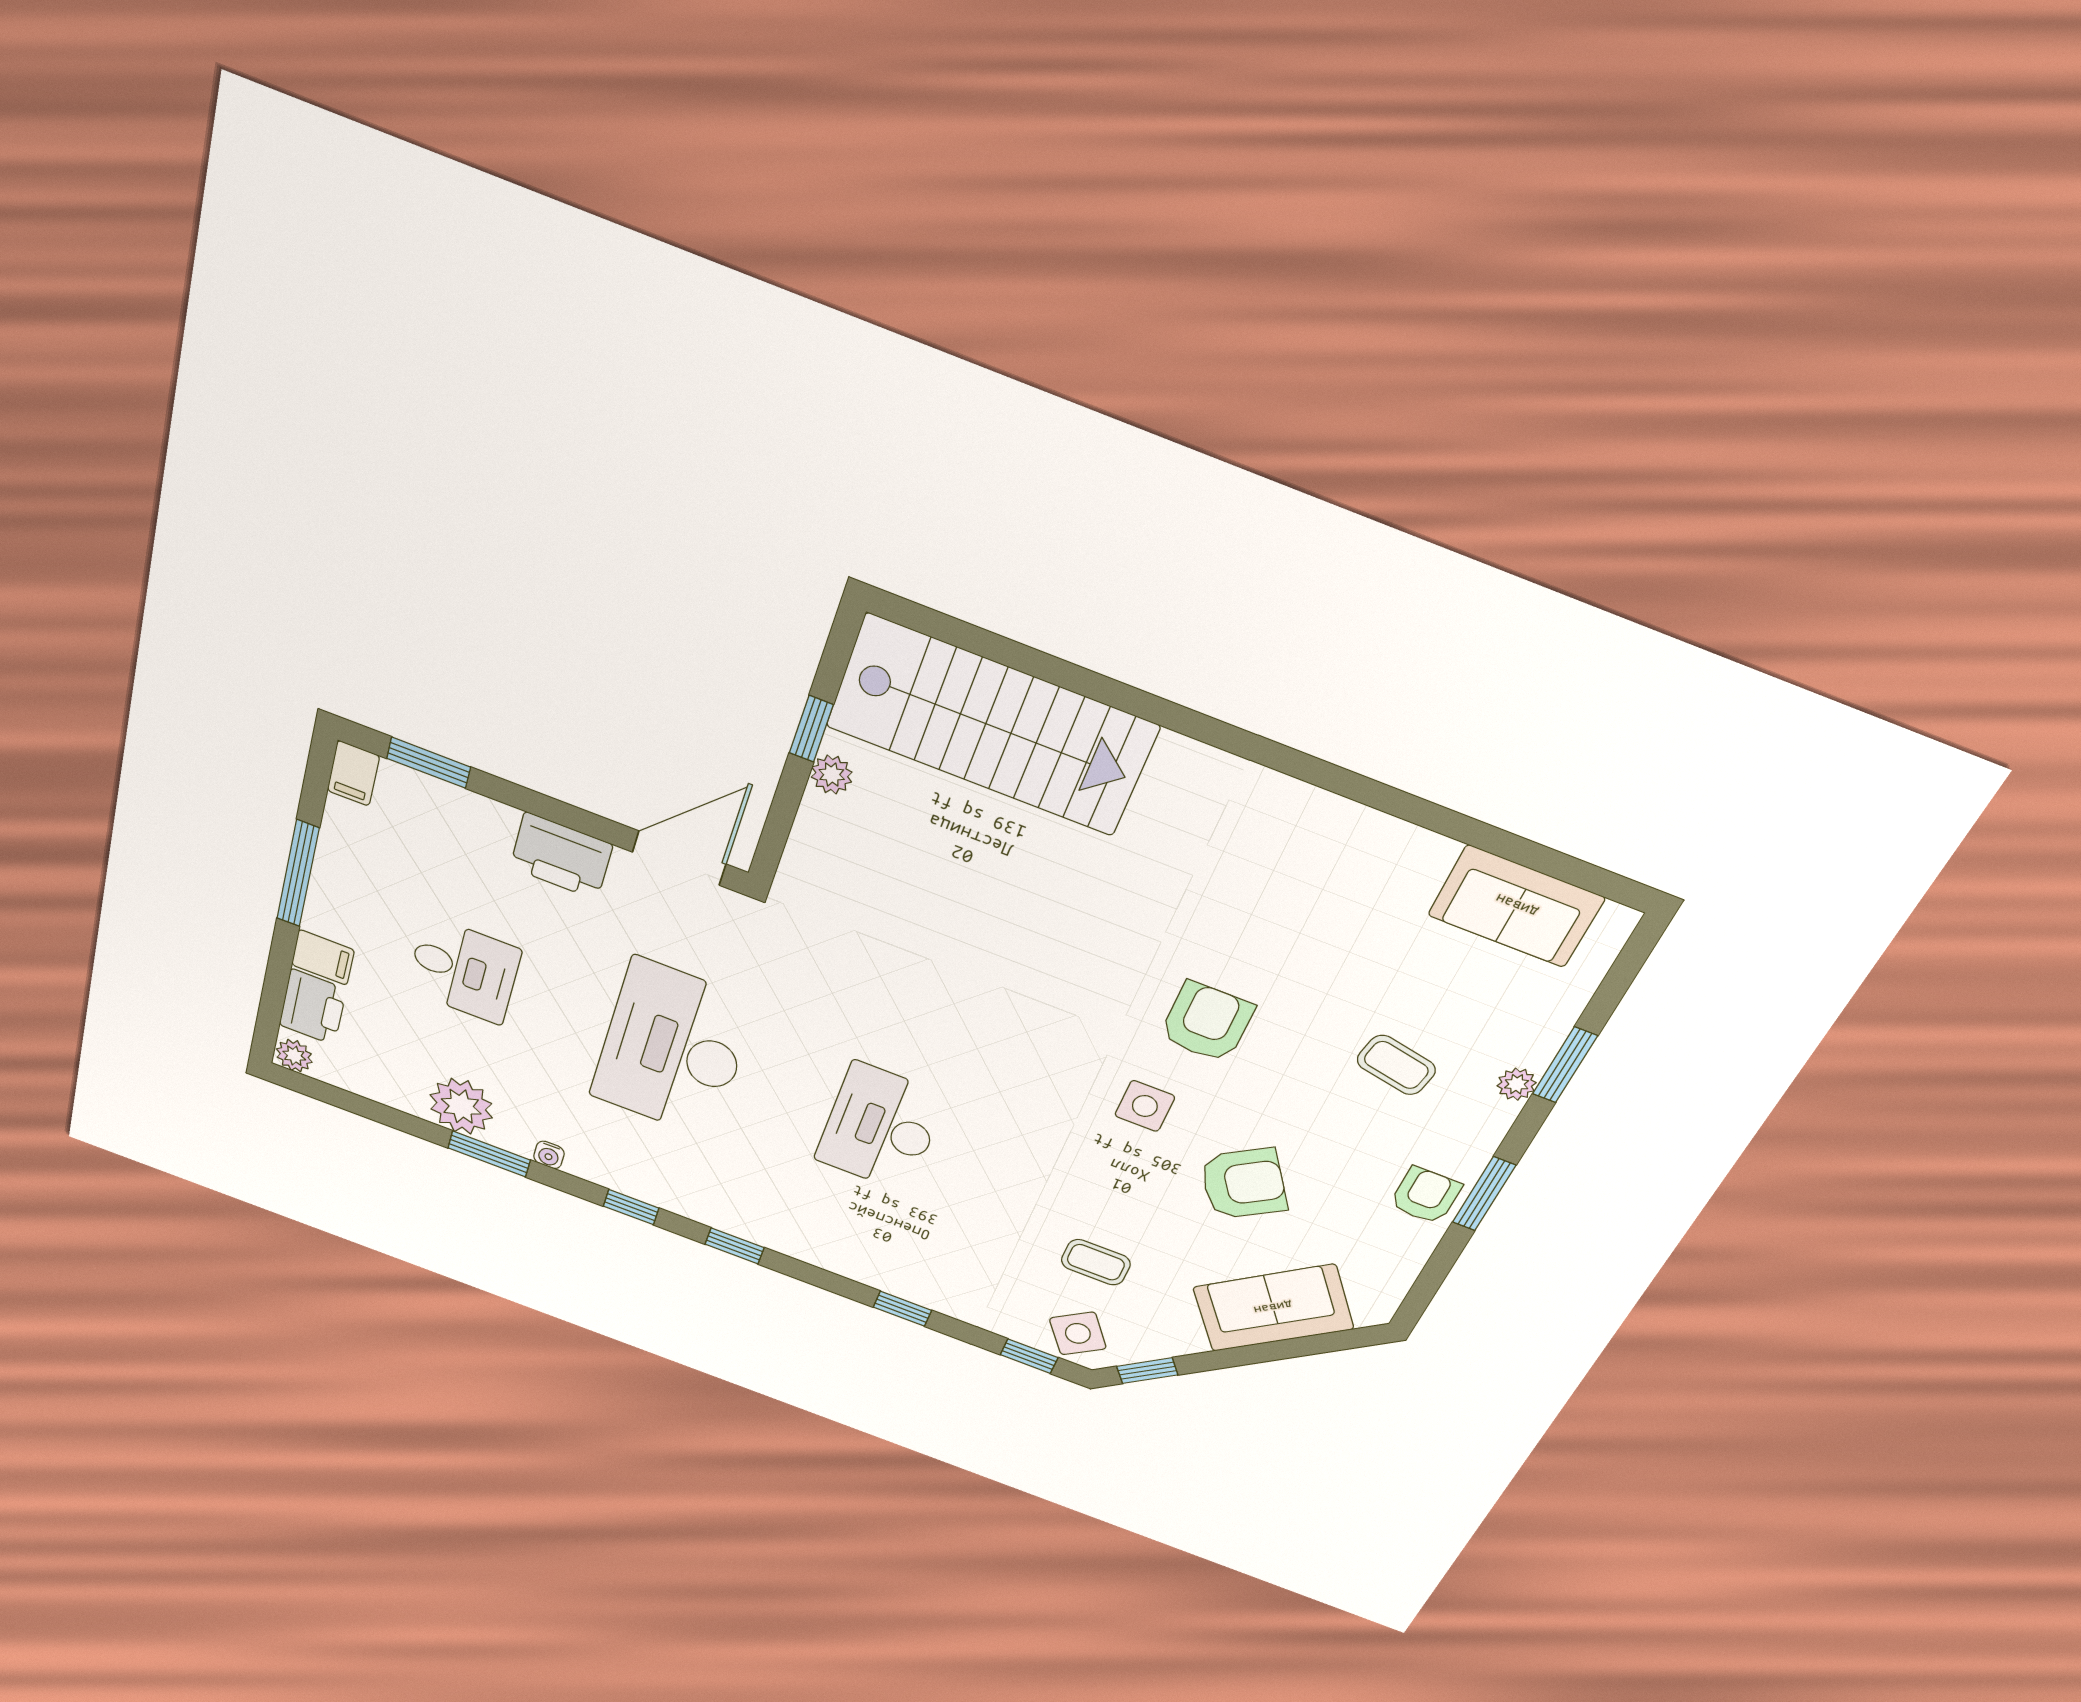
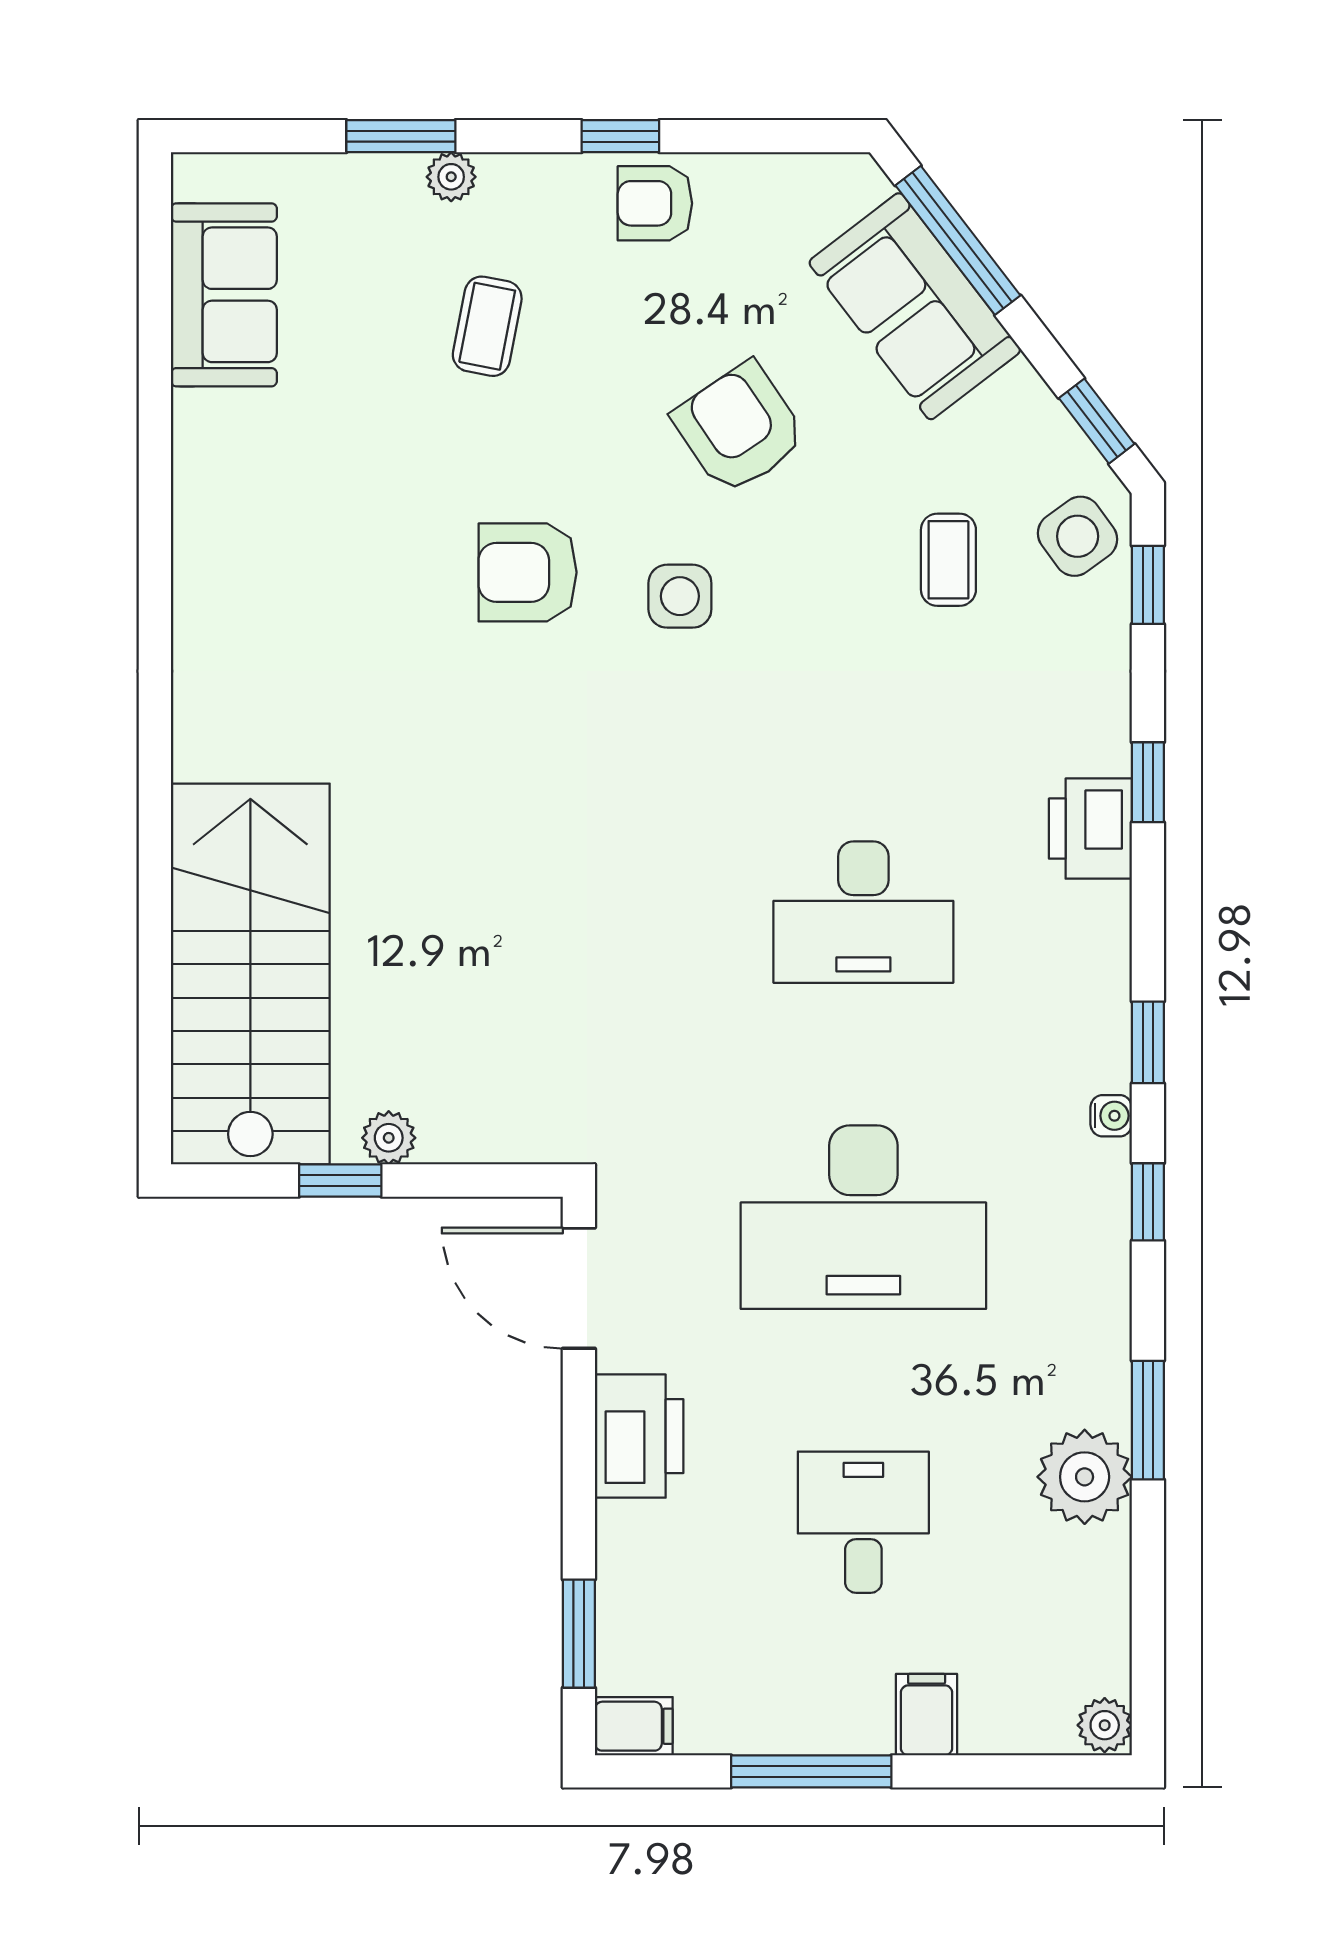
printer: (313, 1007) -> (1090, 829), moved, turned -90
water cooler: (549, 1155) -> (1111, 1116), moved
window: (1484, 1194) -> (620, 136), width x0.67
window: (1304, 1346) -> (958, 240), added

